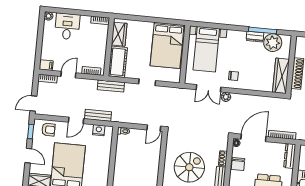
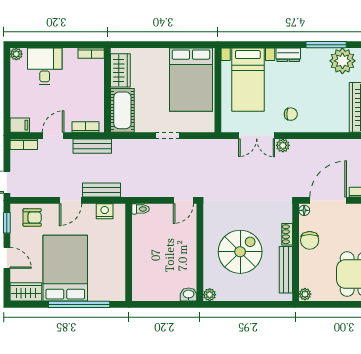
dresser: (255, 37) -> (288, 55), moved
bench: (111, 86) -> (92, 146), moved

